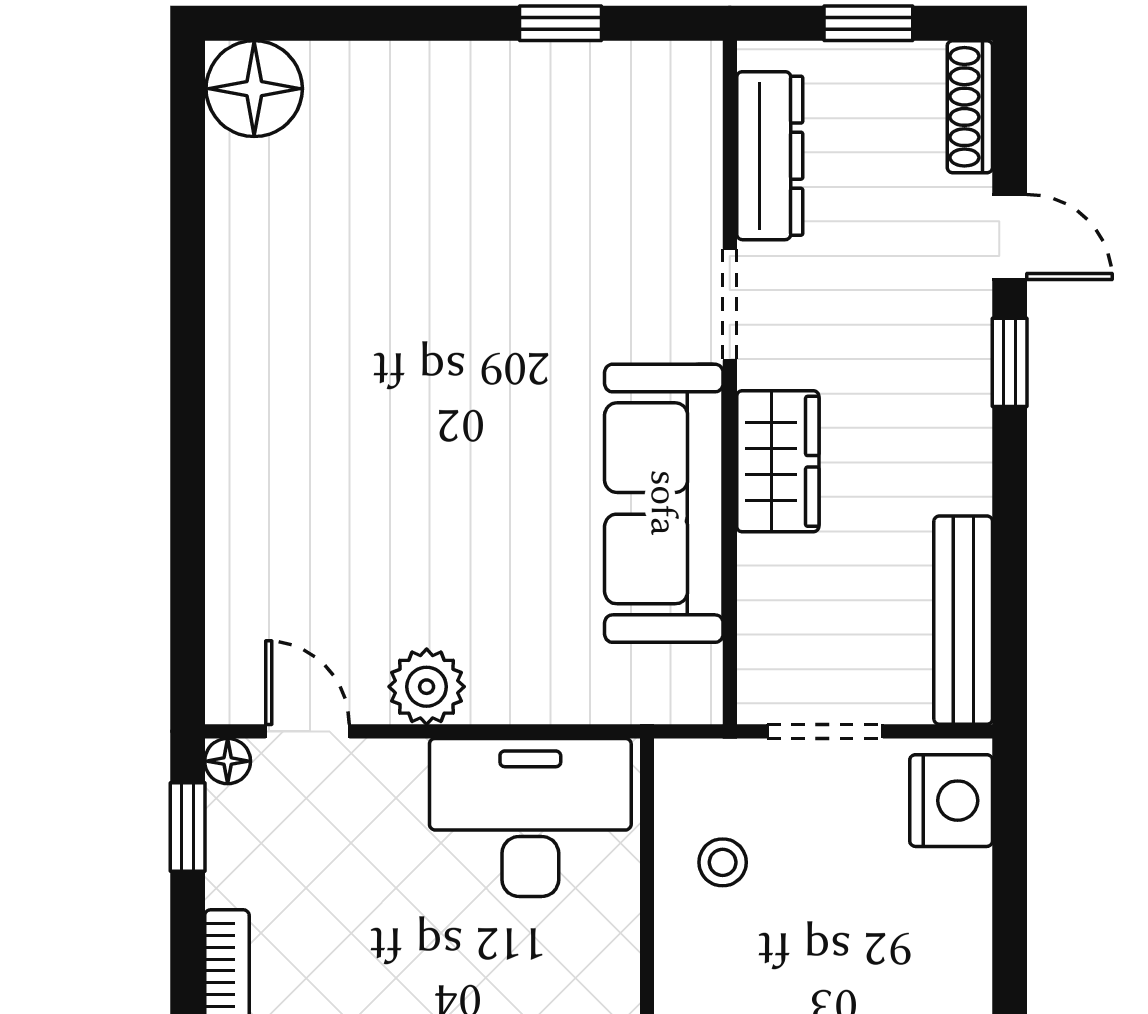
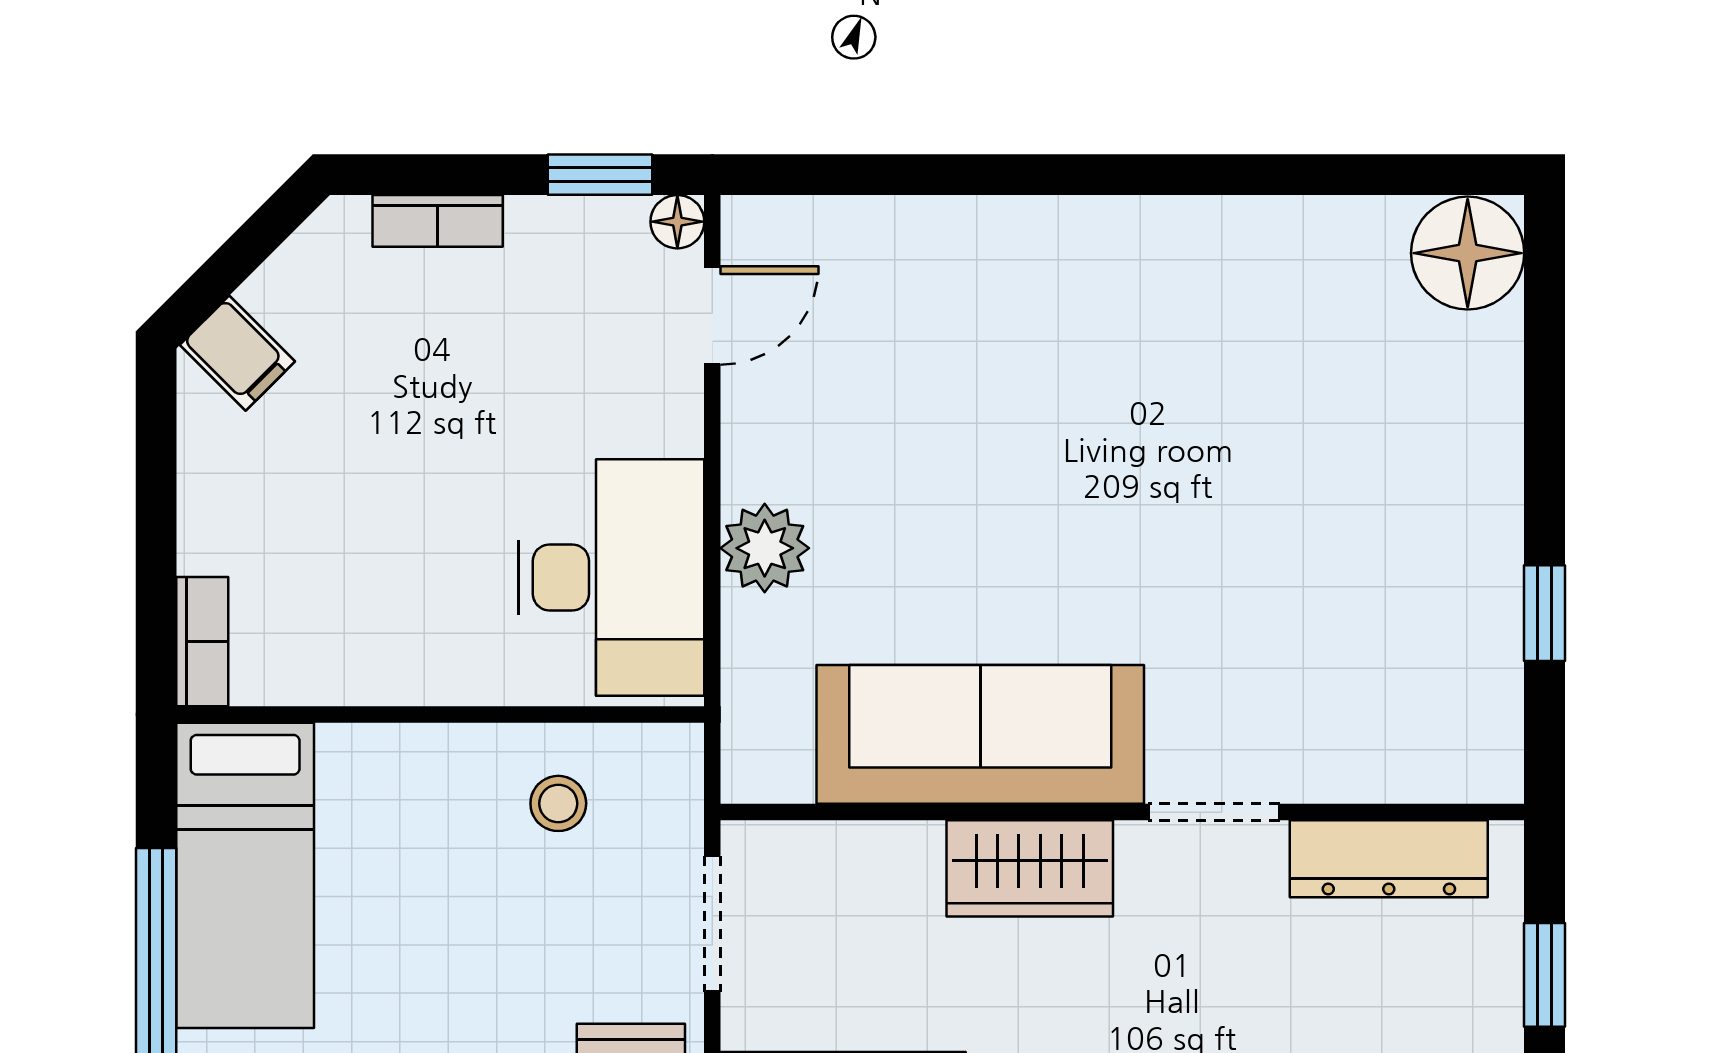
plant: (427, 687) -> (765, 548), moved

